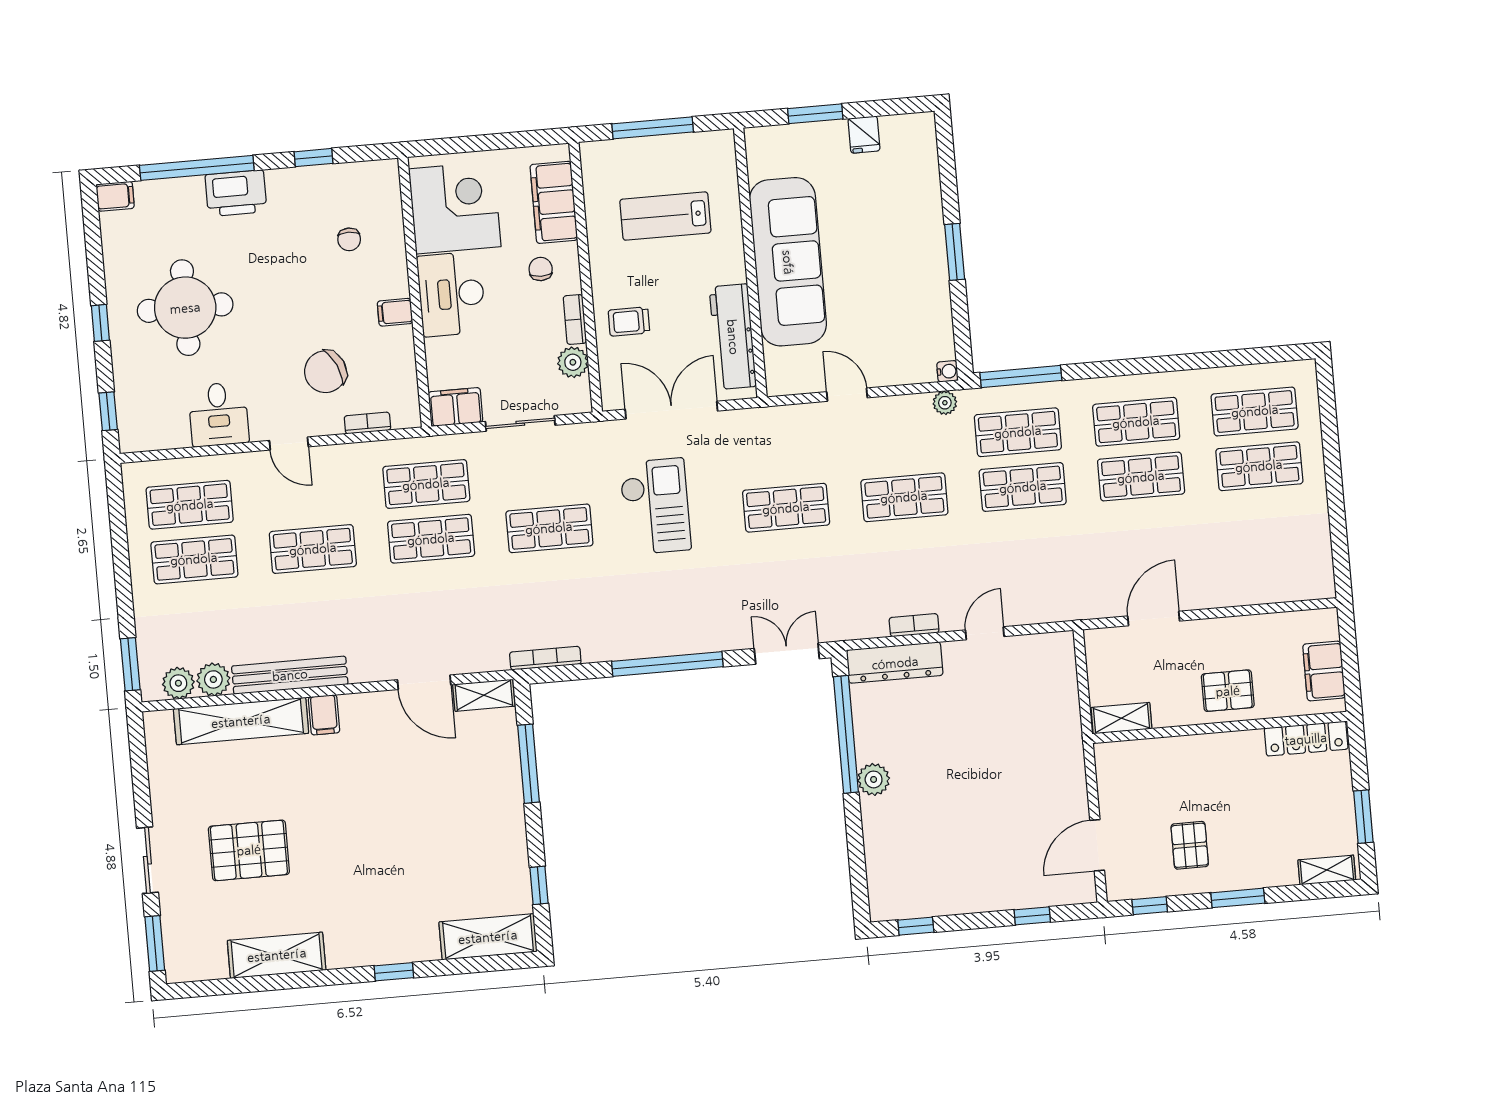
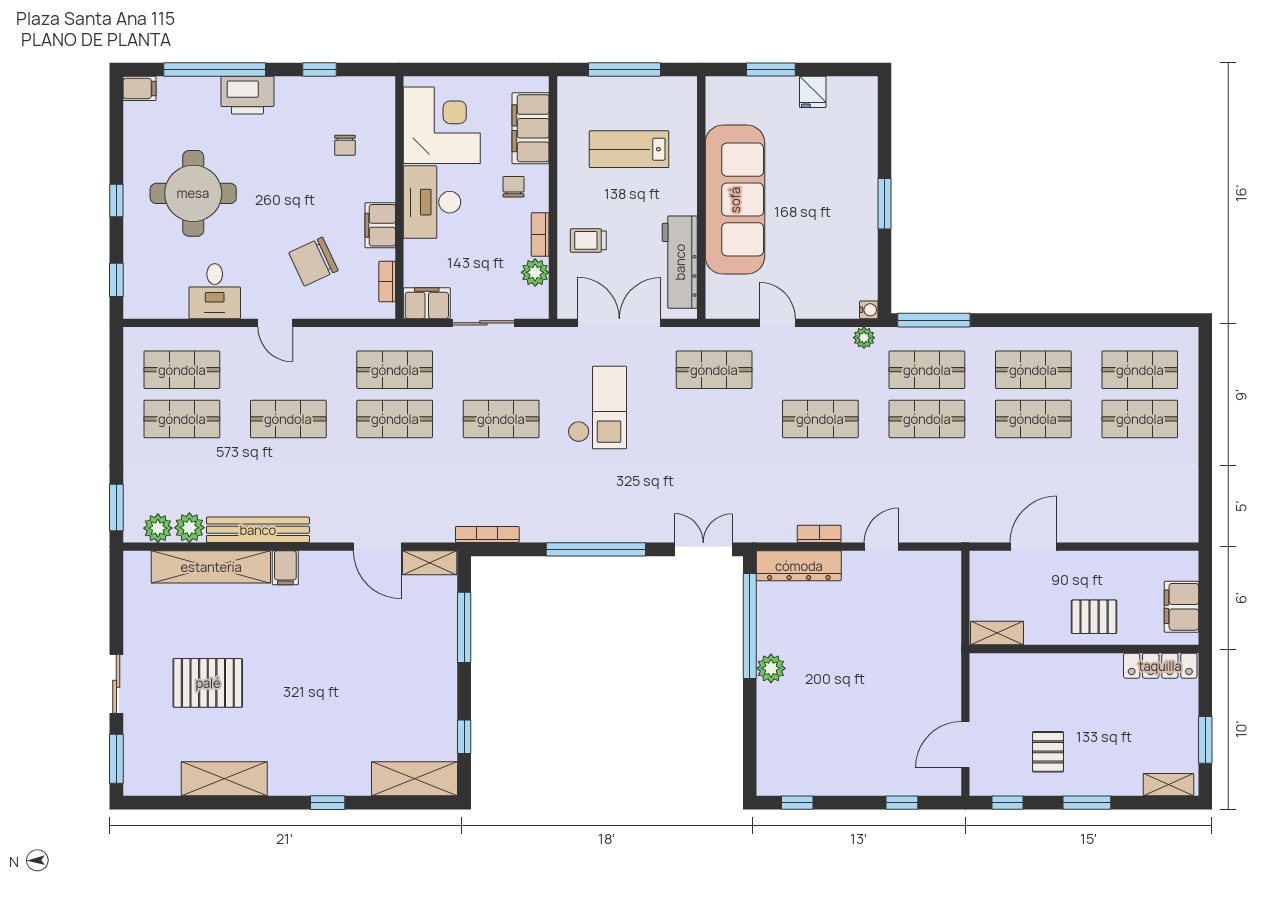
filing cabinet: (395, 312) -> (380, 225), width x2.00
bookcase: (367, 423) -> (387, 282), moved, turned -90
shop shelf: (786, 508) -> (714, 370), moved

